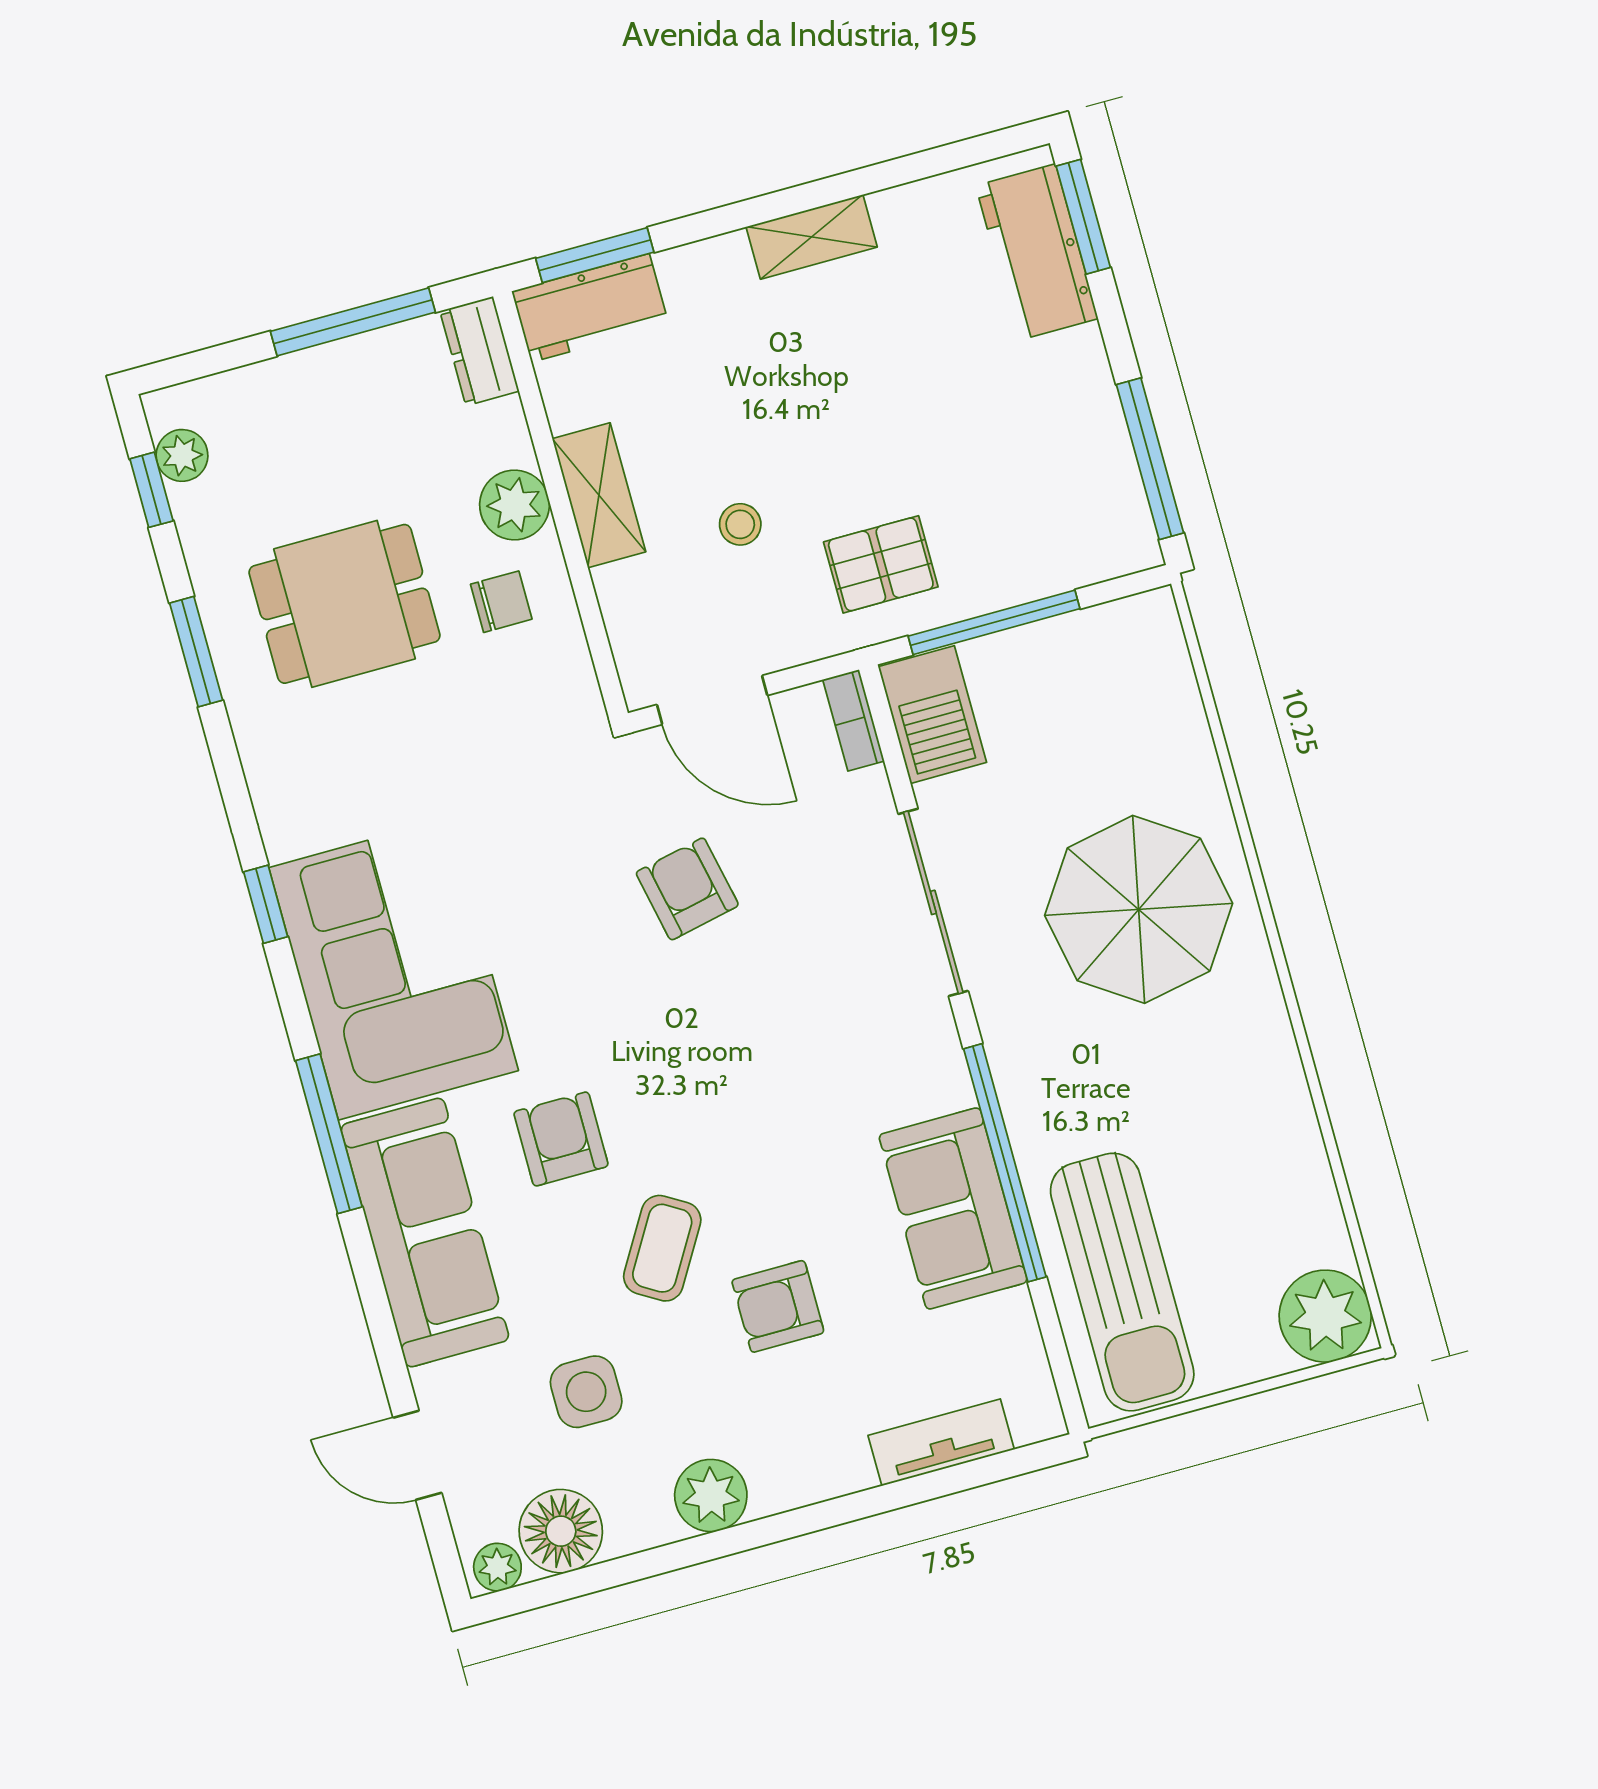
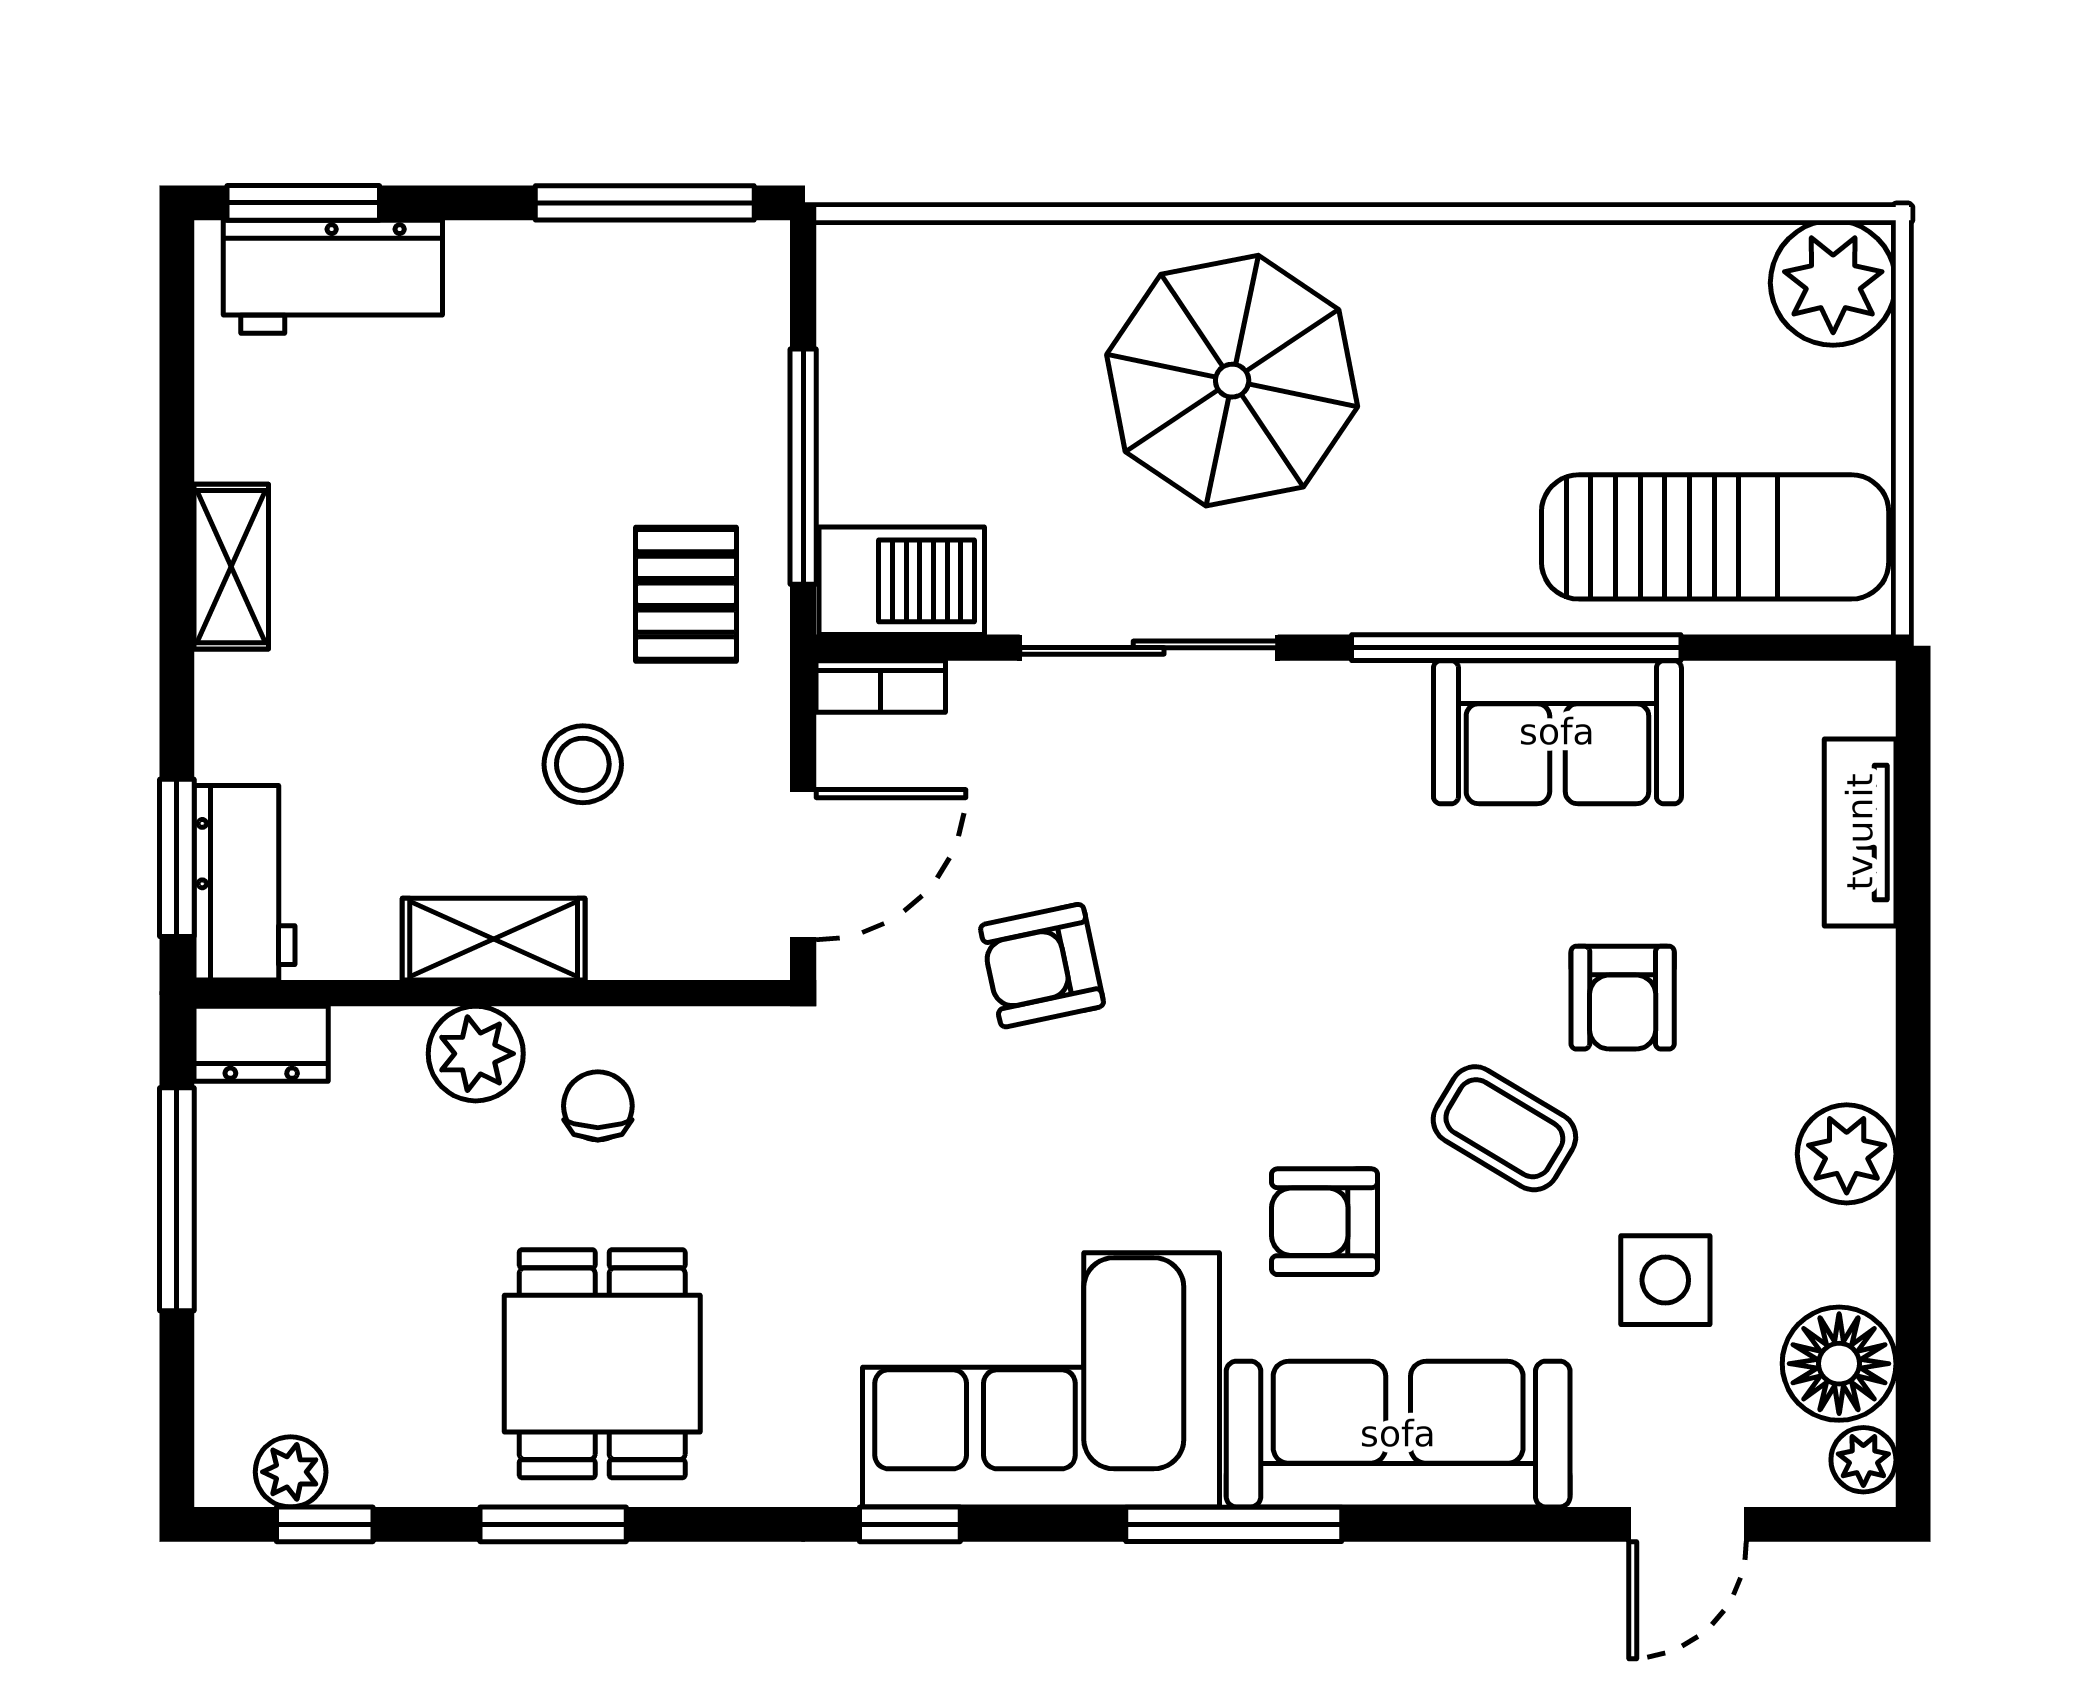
stool: (740, 524) -> (583, 764), width x1.37, depth x1.37
dining table: (345, 604) -> (602, 1364), moved

